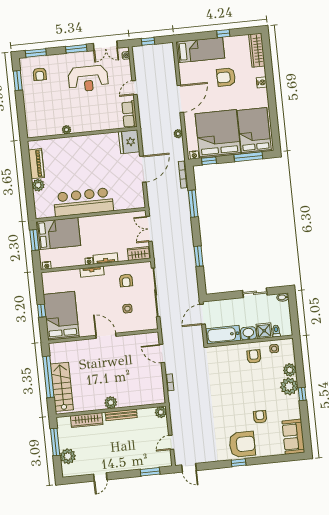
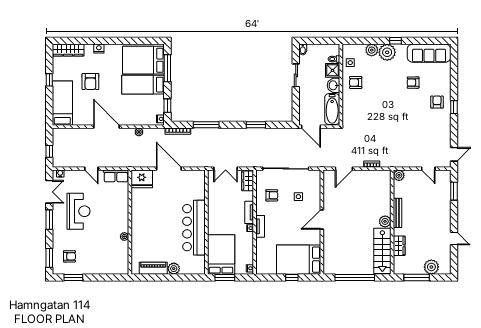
bed: (218, 134) -> (143, 85), width x0.49
stairs: (62, 387) -> (382, 251), moved, turned -90
wardrobe: (87, 420) -> (399, 246), width x0.67
sofa: (293, 437) -> (429, 53), width x1.36
armchair: (242, 444) -> (437, 102), width x0.53, depth x0.53

